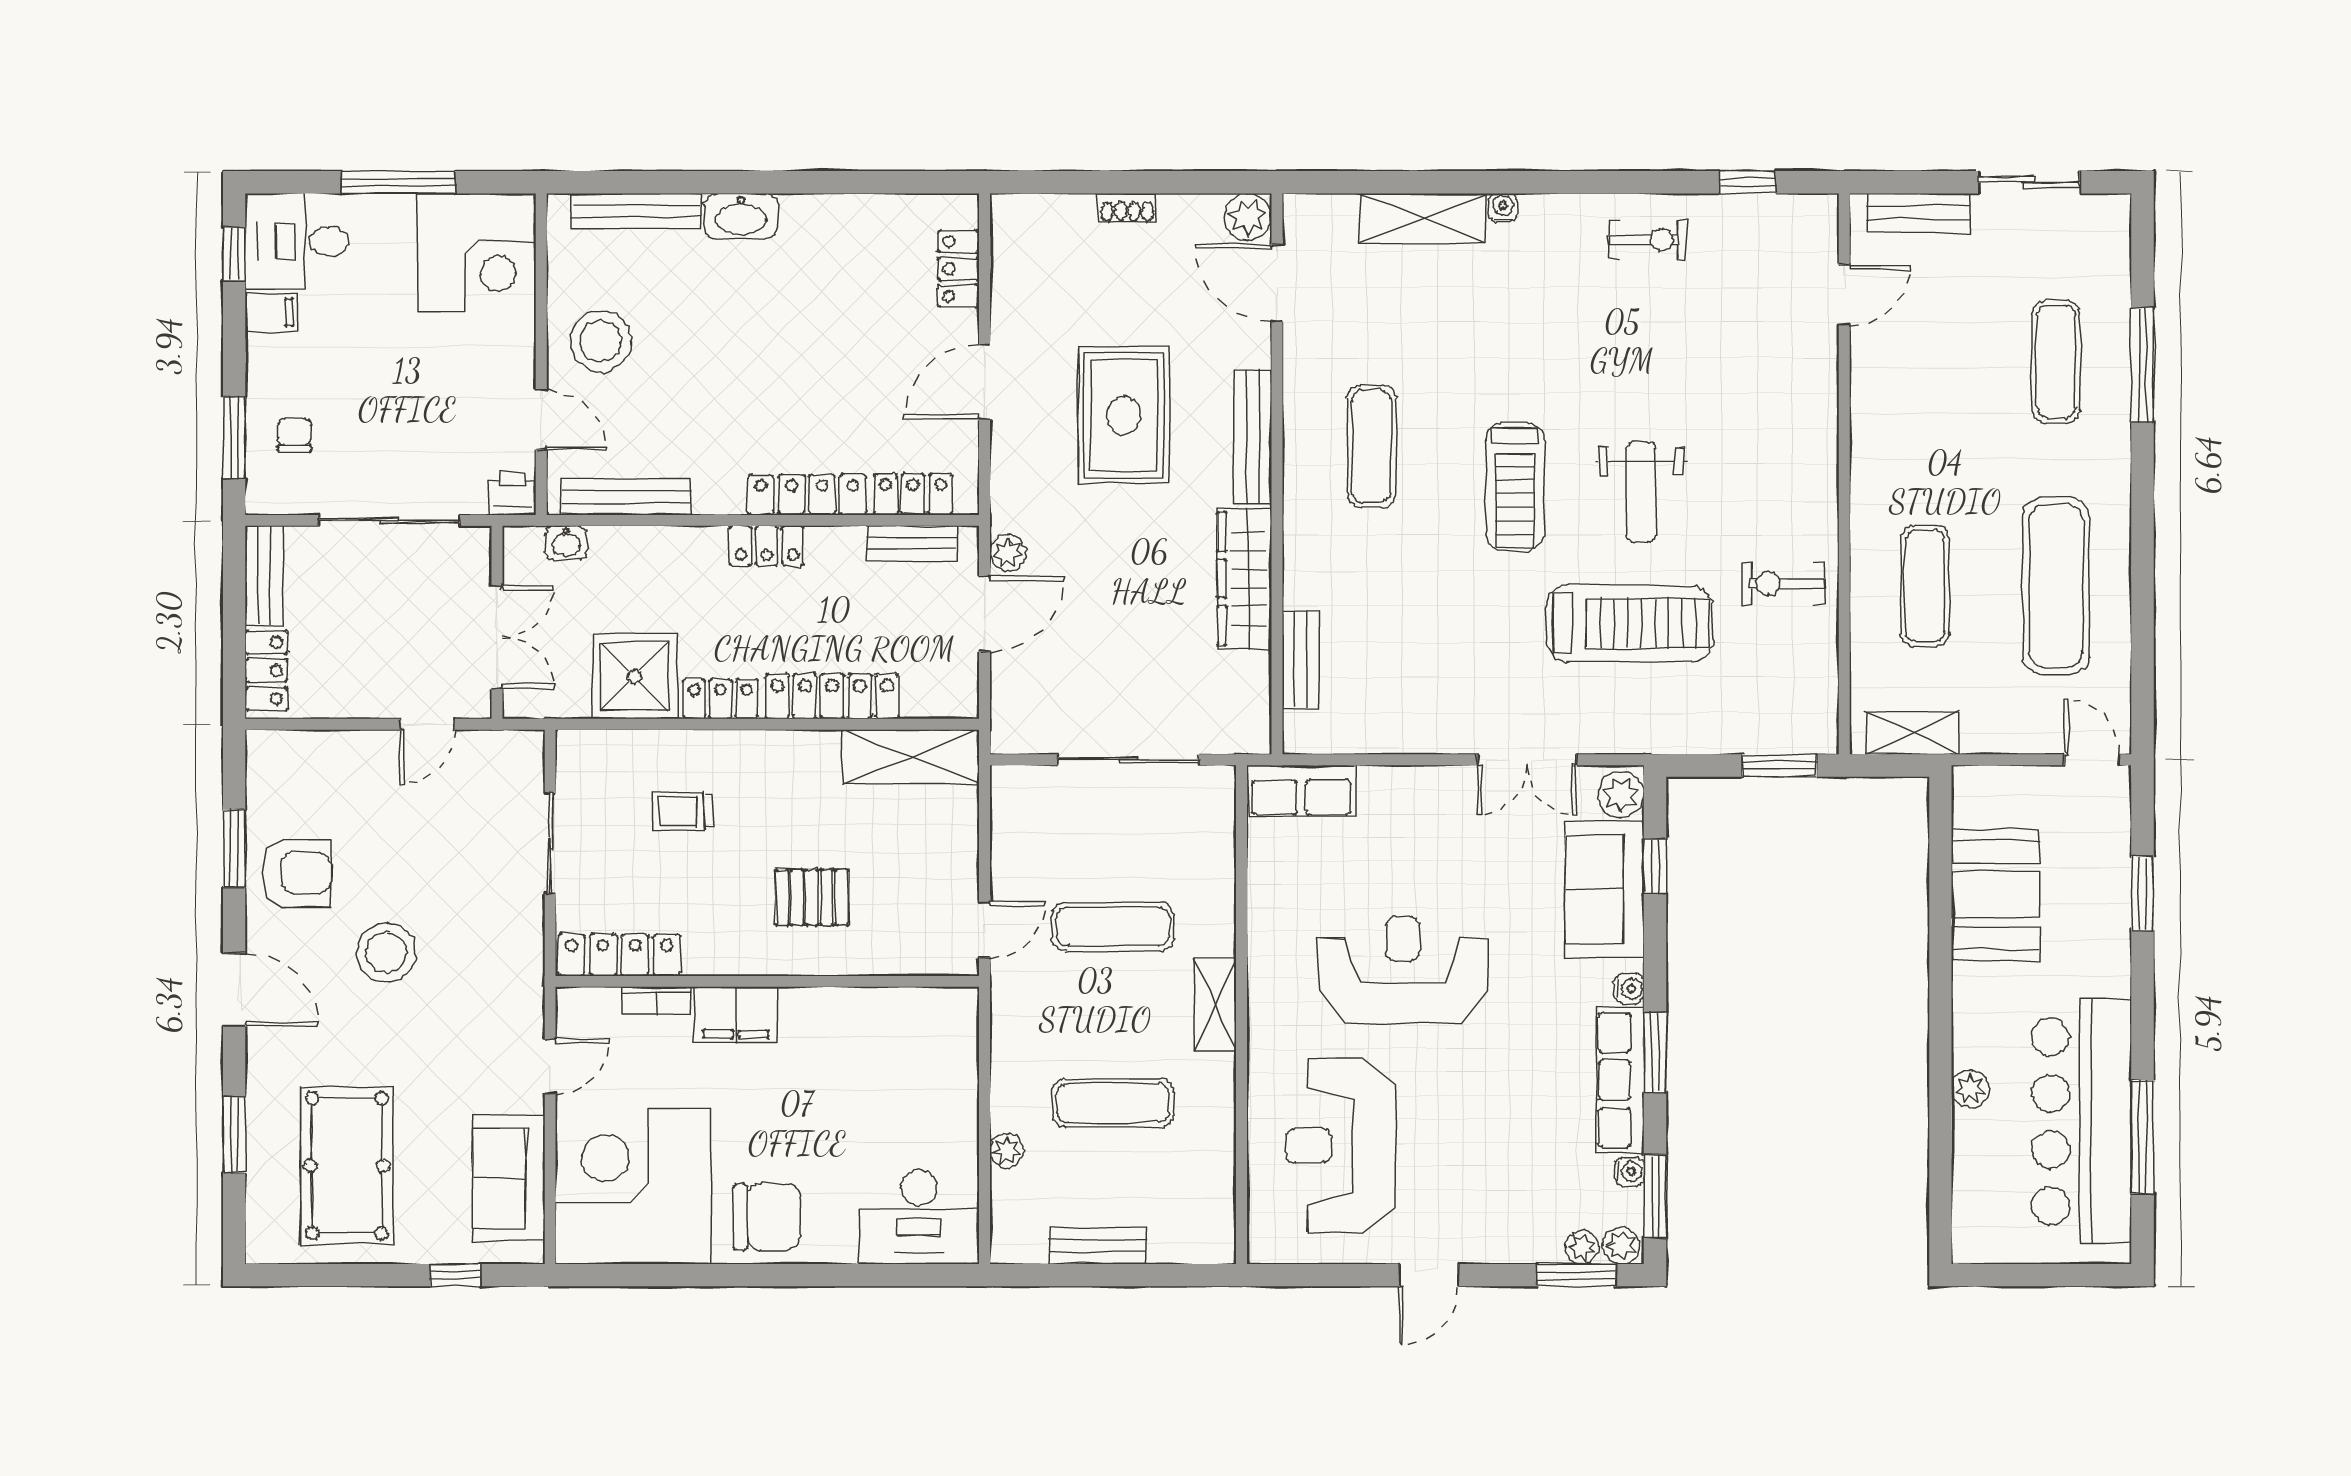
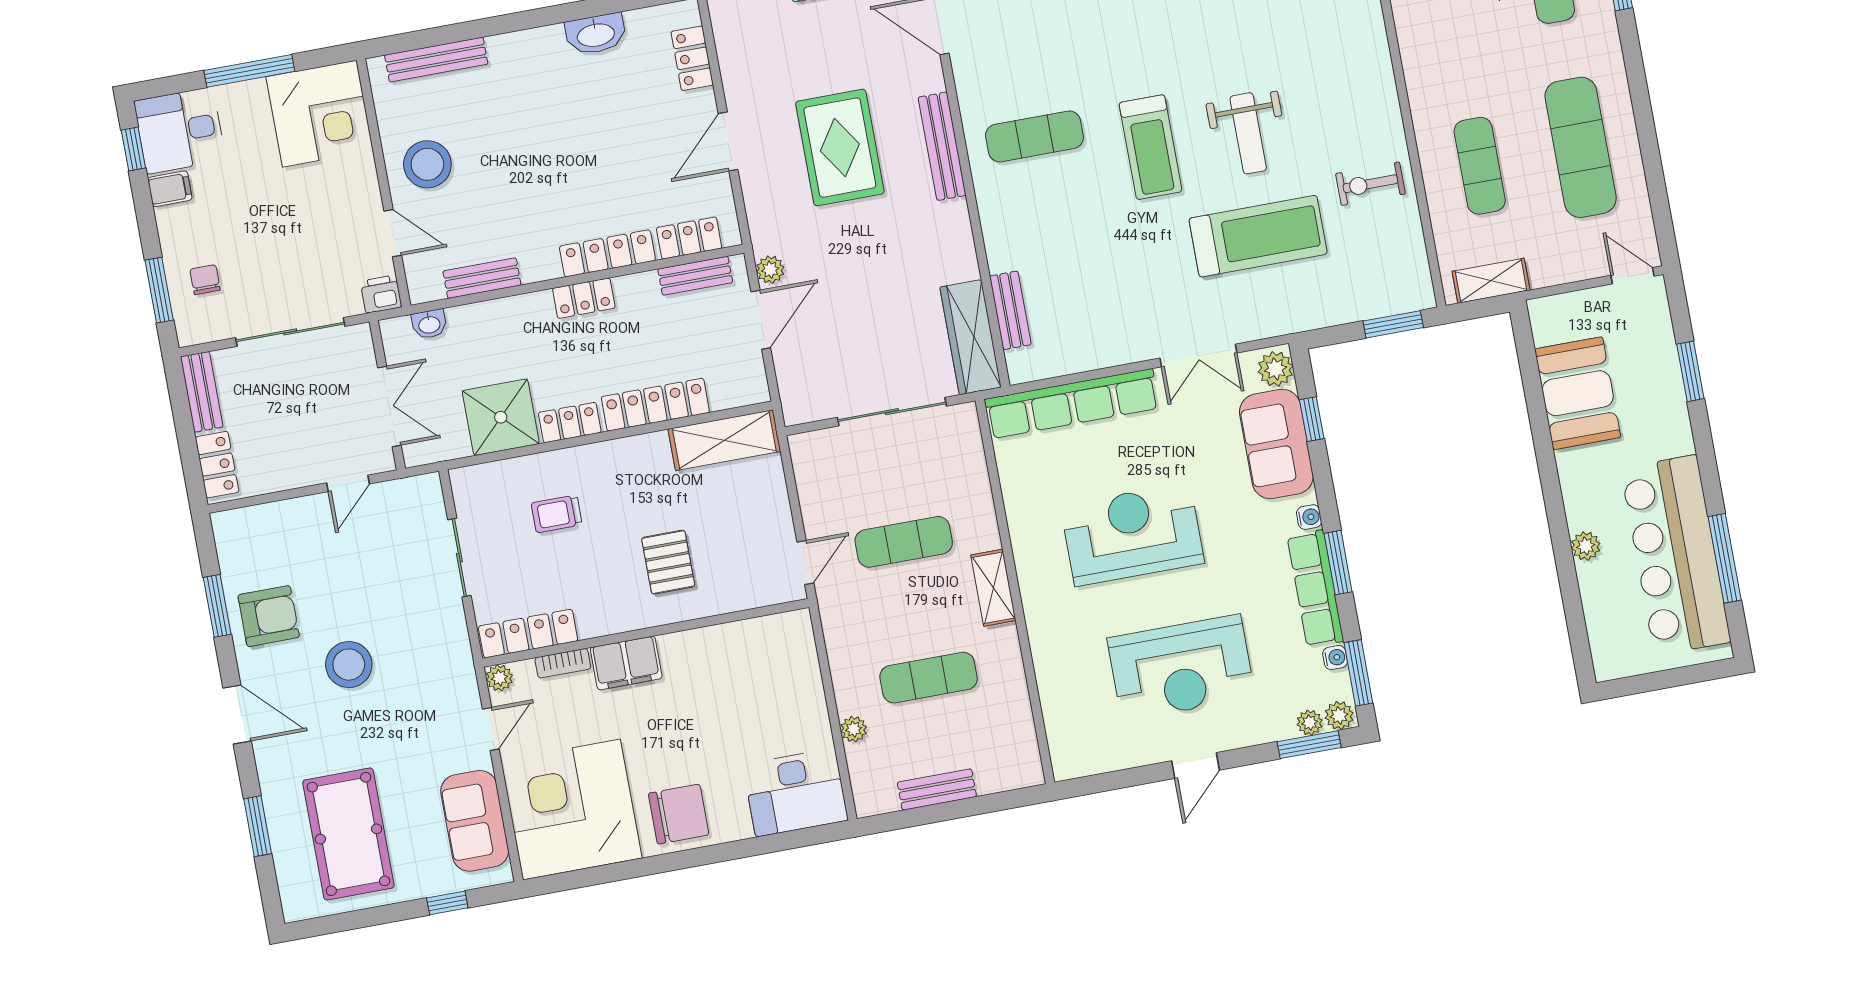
washbasin: (741, 216) -> (596, 34), moved
exercise mat: (1371, 446) -> (1034, 136), turned 90
bench: (626, 497) -> (482, 278), width x0.73
wardrobe: (1244, 579) -> (971, 337), moved
row of seats: (1301, 791) -> (1072, 404), width x2.02
pallet: (812, 897) -> (668, 562), turned 90
plant: (573, 1004) -> (499, 678), added
reception desk: (1340, 1146) -> (1181, 668), moved, turned -90

